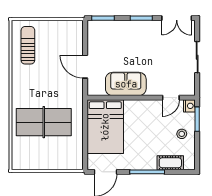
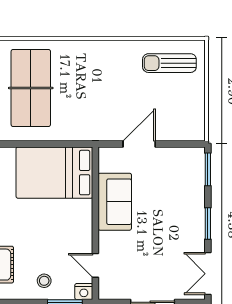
sun lounger: (28, 45) -> (169, 63), turned 180
table tennis table: (44, 122) -> (31, 88), moved

